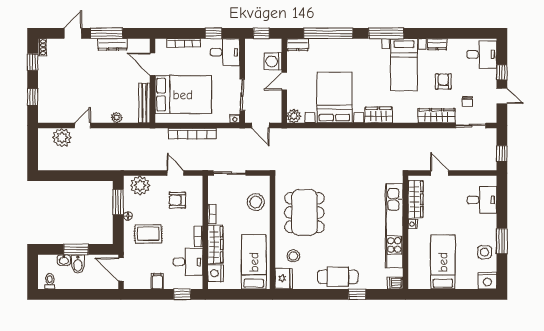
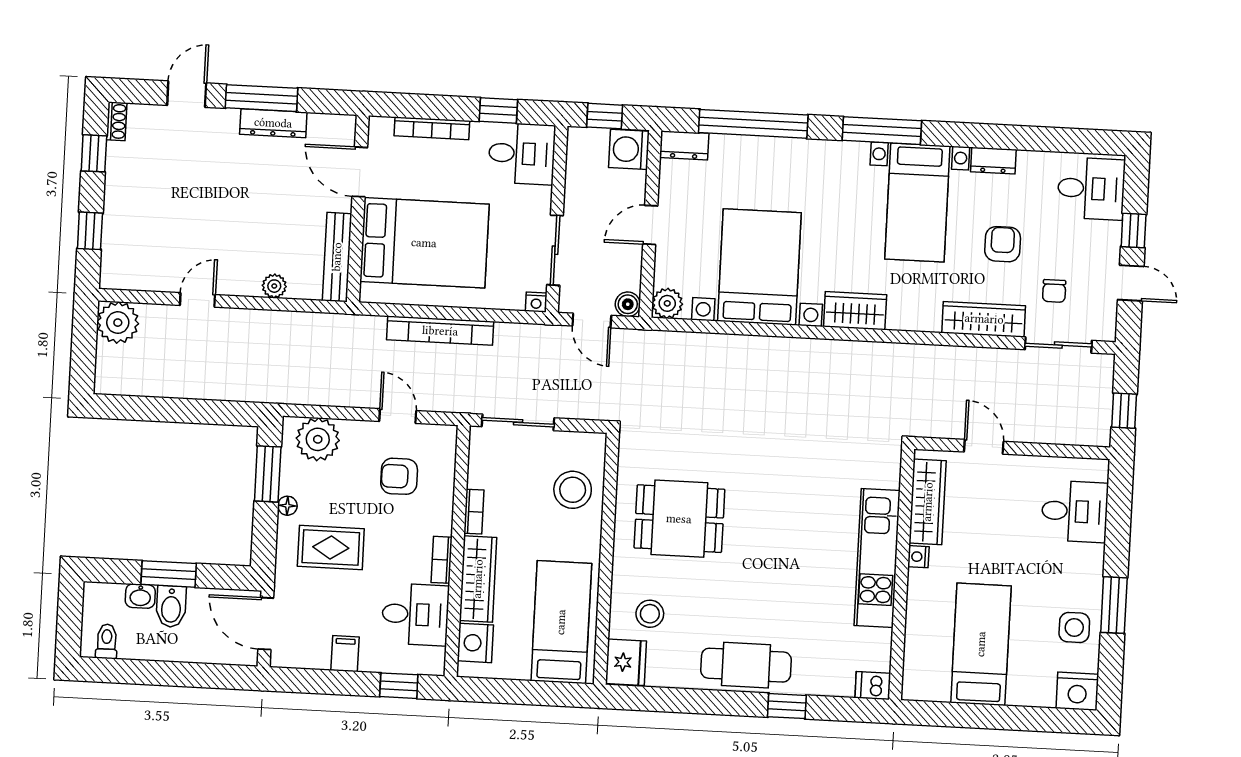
washing machine: (273, 61) -> (629, 149), moved
boiler: (276, 117) -> (628, 304), added
plant: (62, 138) -> (118, 323), moved
dining table: (304, 213) -> (679, 519), width x0.73
kitchen unit: (394, 226) -> (877, 558), width x0.73

